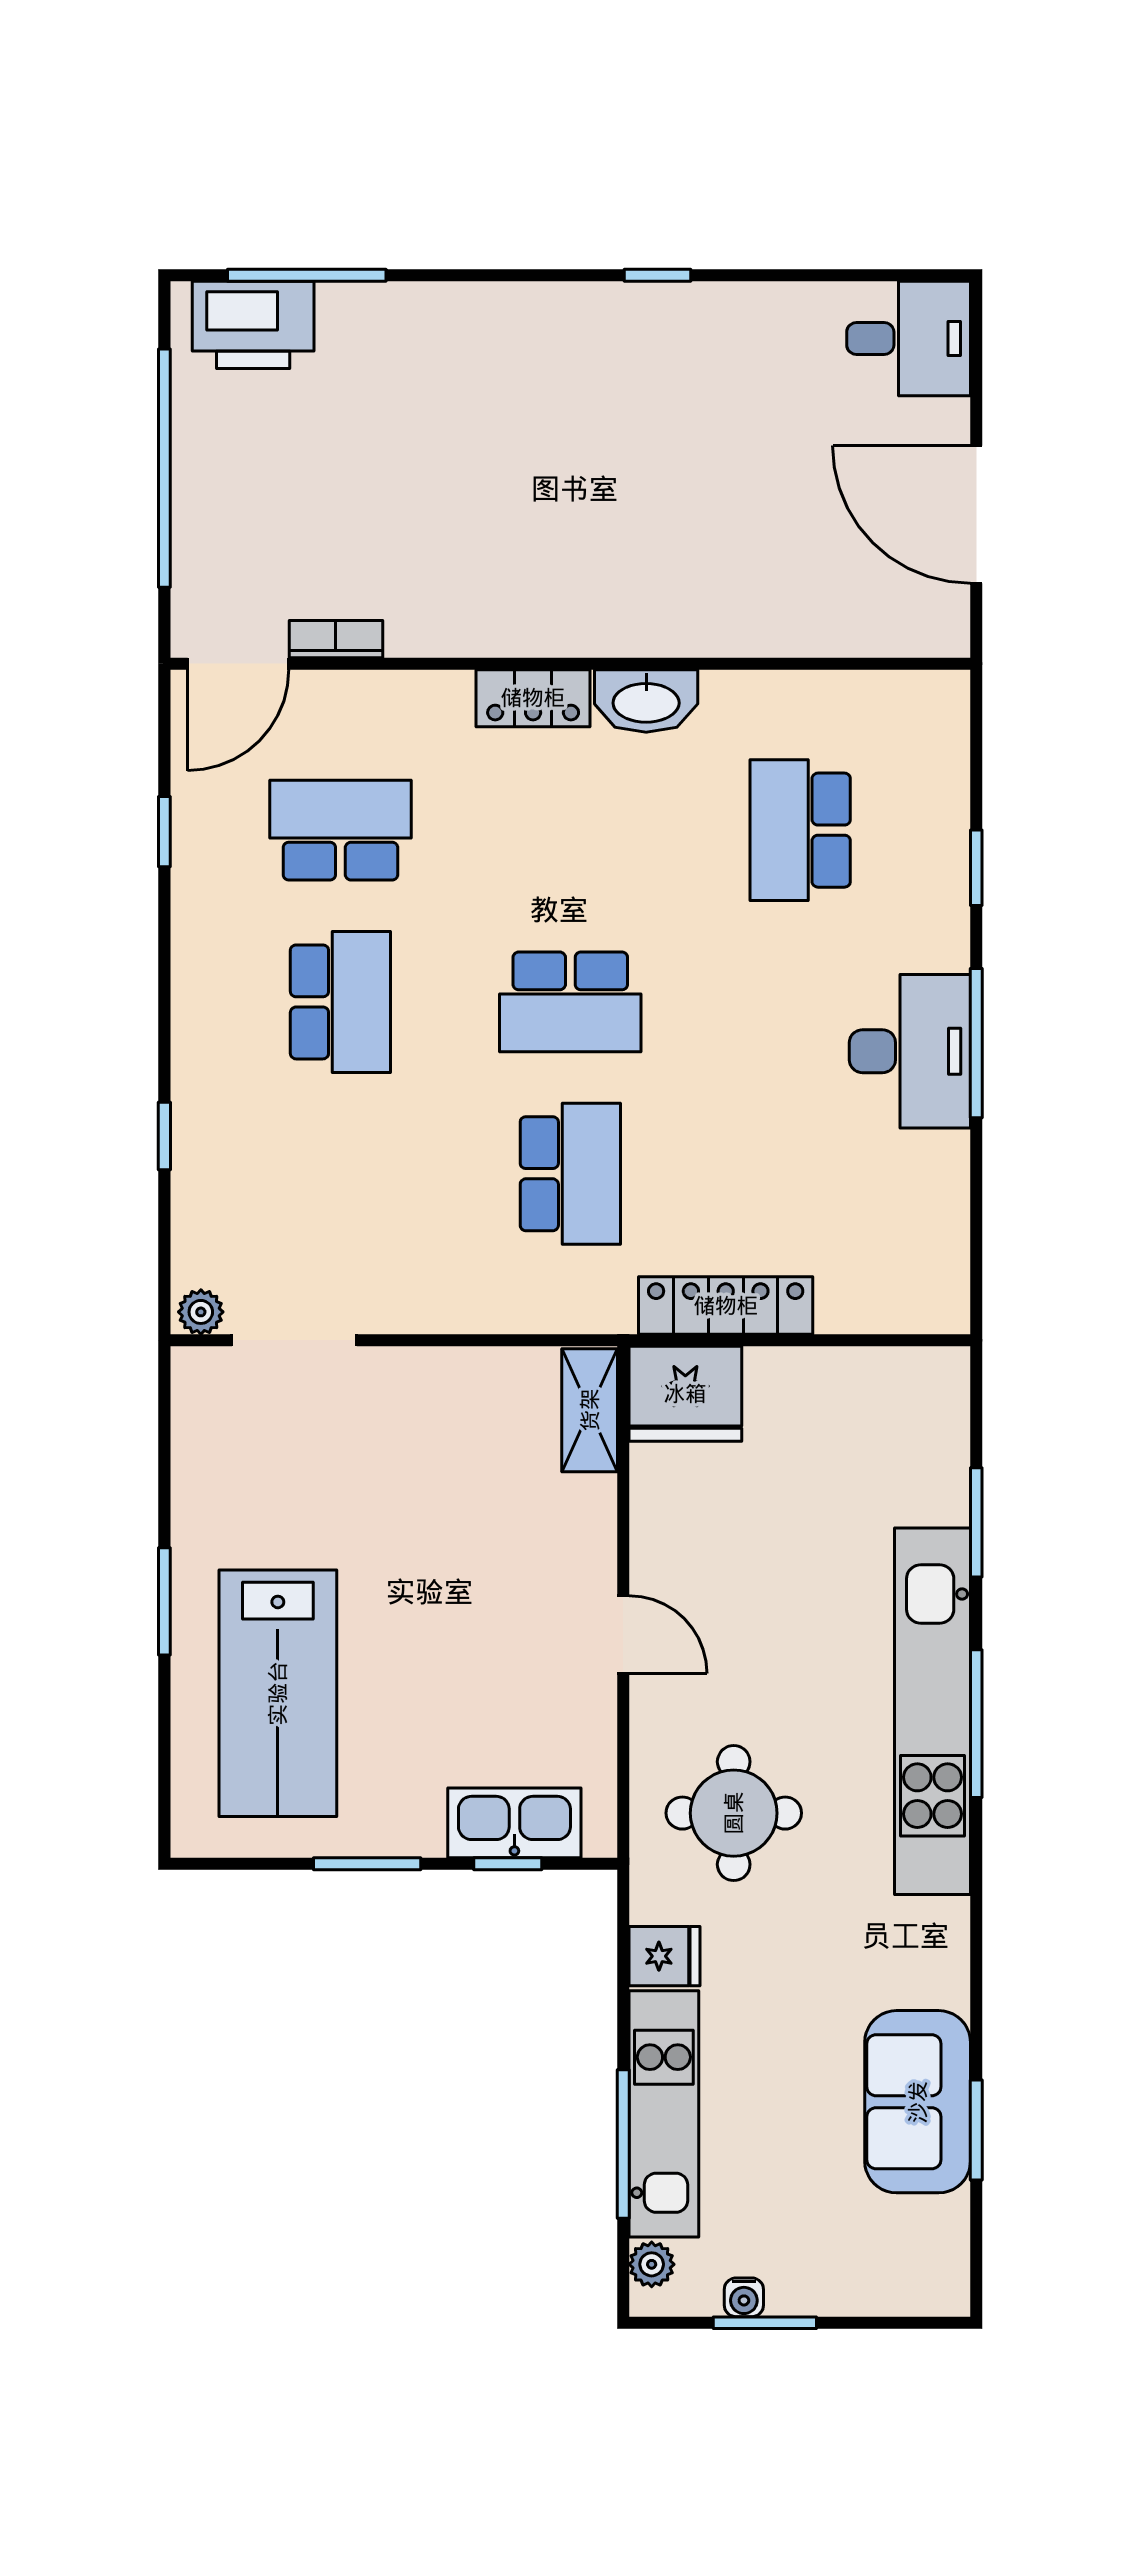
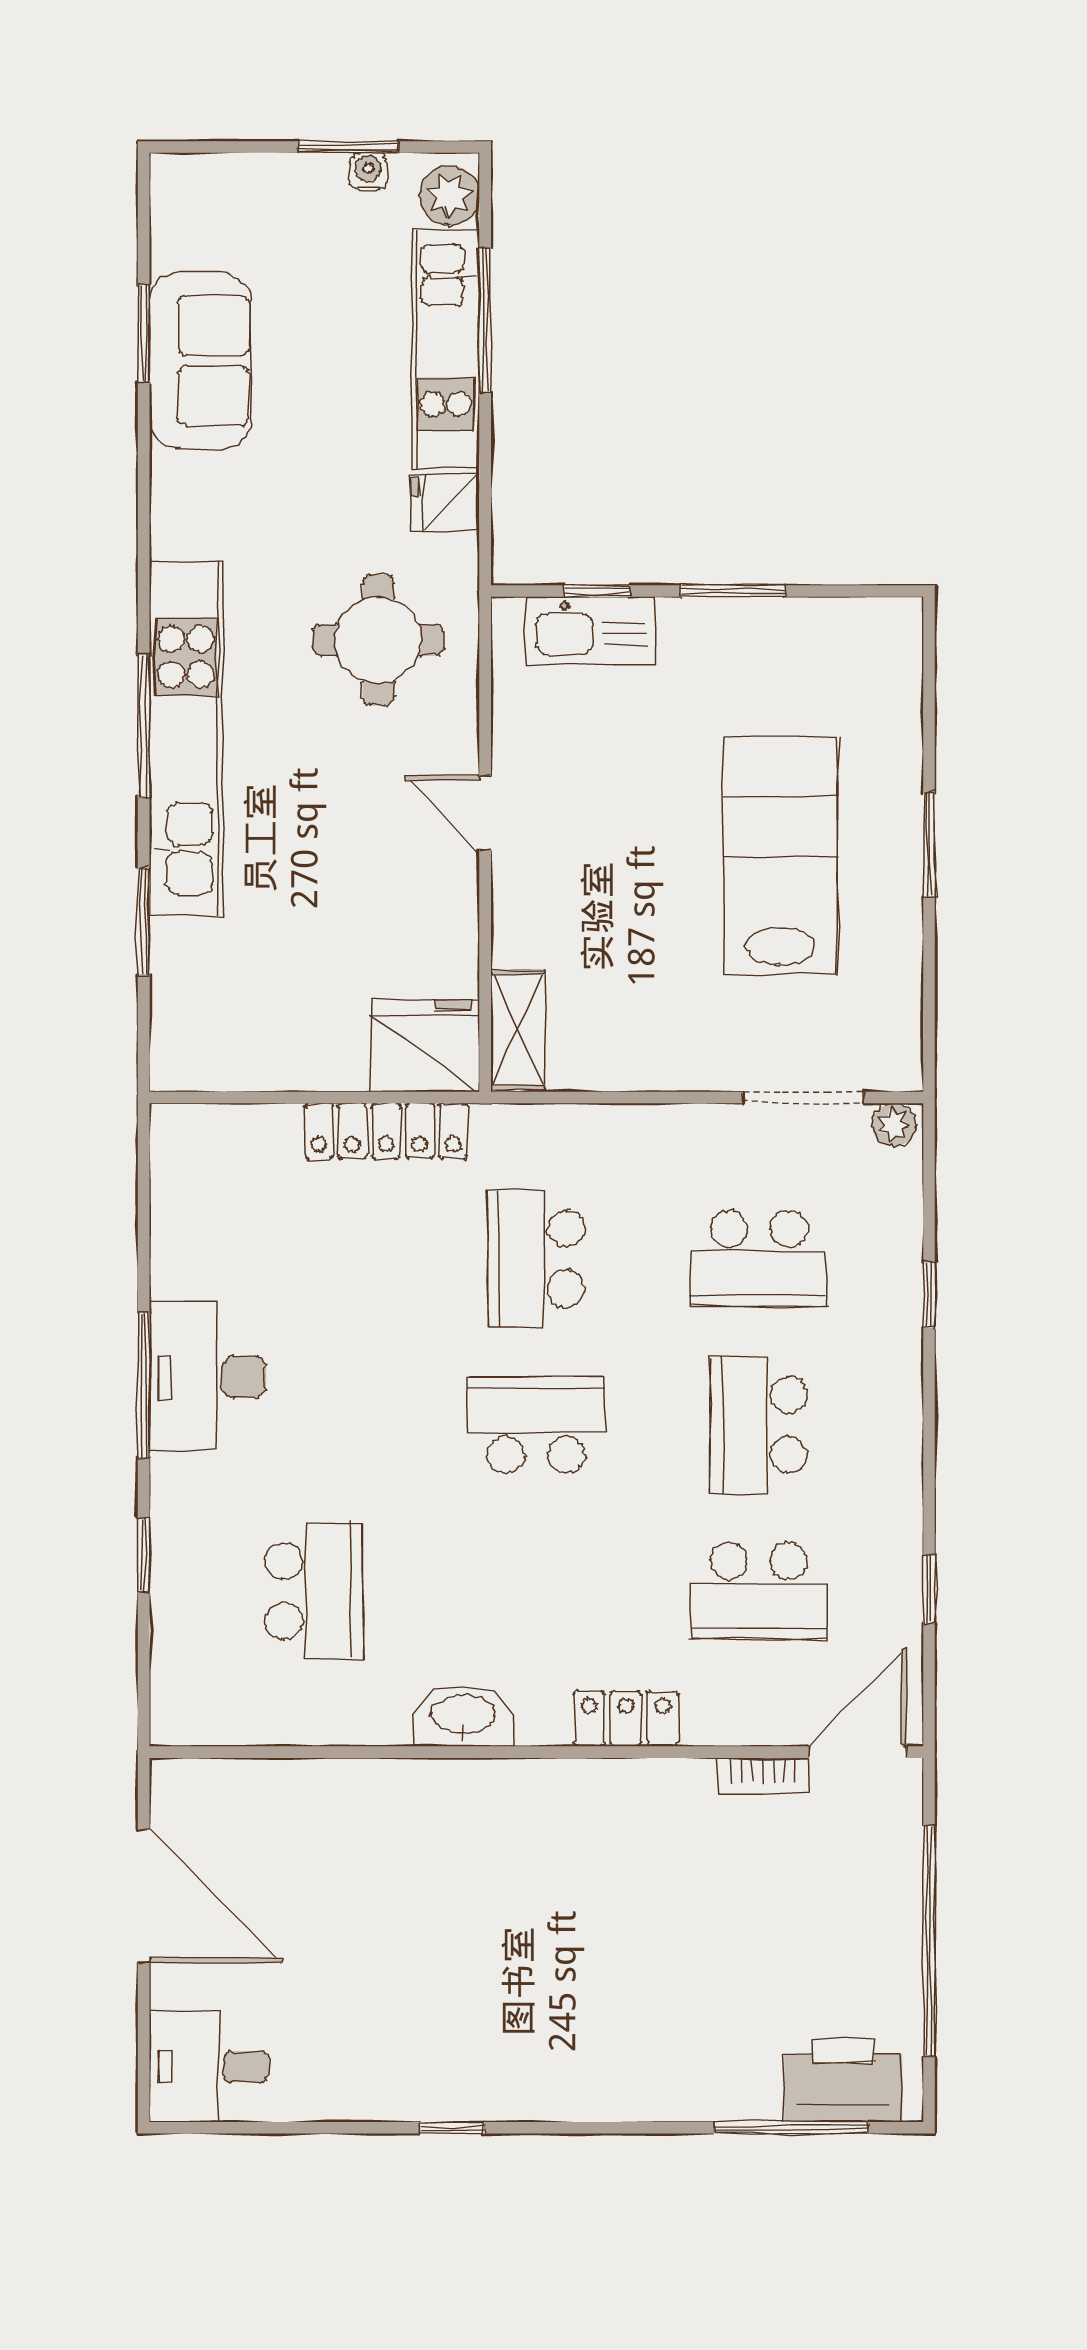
locker: (533, 698) -> (626, 1719), moved
school desk: (340, 1174) -> (759, 1259), added
lab bench: (278, 1693) -> (780, 856), moved
plant: (652, 2264) -> (449, 195), width x1.38, depth x1.38

